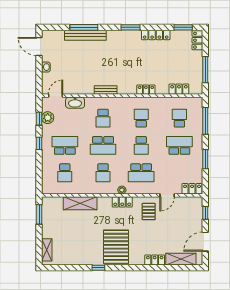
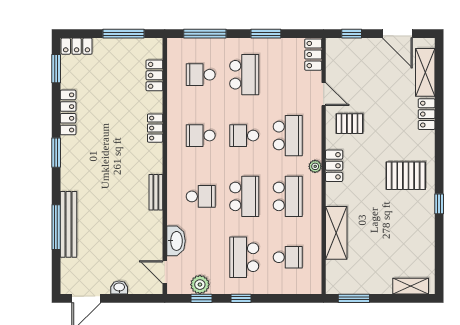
school desk: (141, 145) -> (244, 136), turned 180
school desk: (179, 145) -> (244, 75), turned 180
school desk: (103, 173) -> (288, 196), width x1.85
pallet: (116, 247) -> (406, 176), width x0.73, depth x0.71

